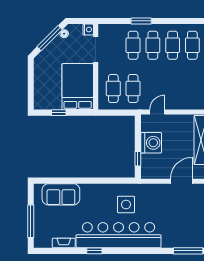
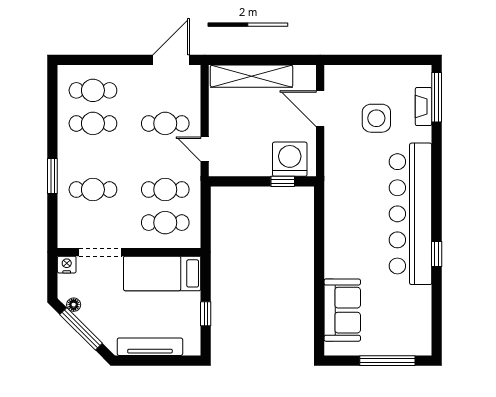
cafe table: (153, 45) -> (165, 123), moved
tv unit: (39, 79) -> (150, 347), added
bed: (78, 87) -> (162, 273), width x0.67
washing machine: (151, 143) -> (290, 159), moved
side table: (126, 204) -> (376, 118), moved
fireplace: (64, 243) -> (423, 107), moved

